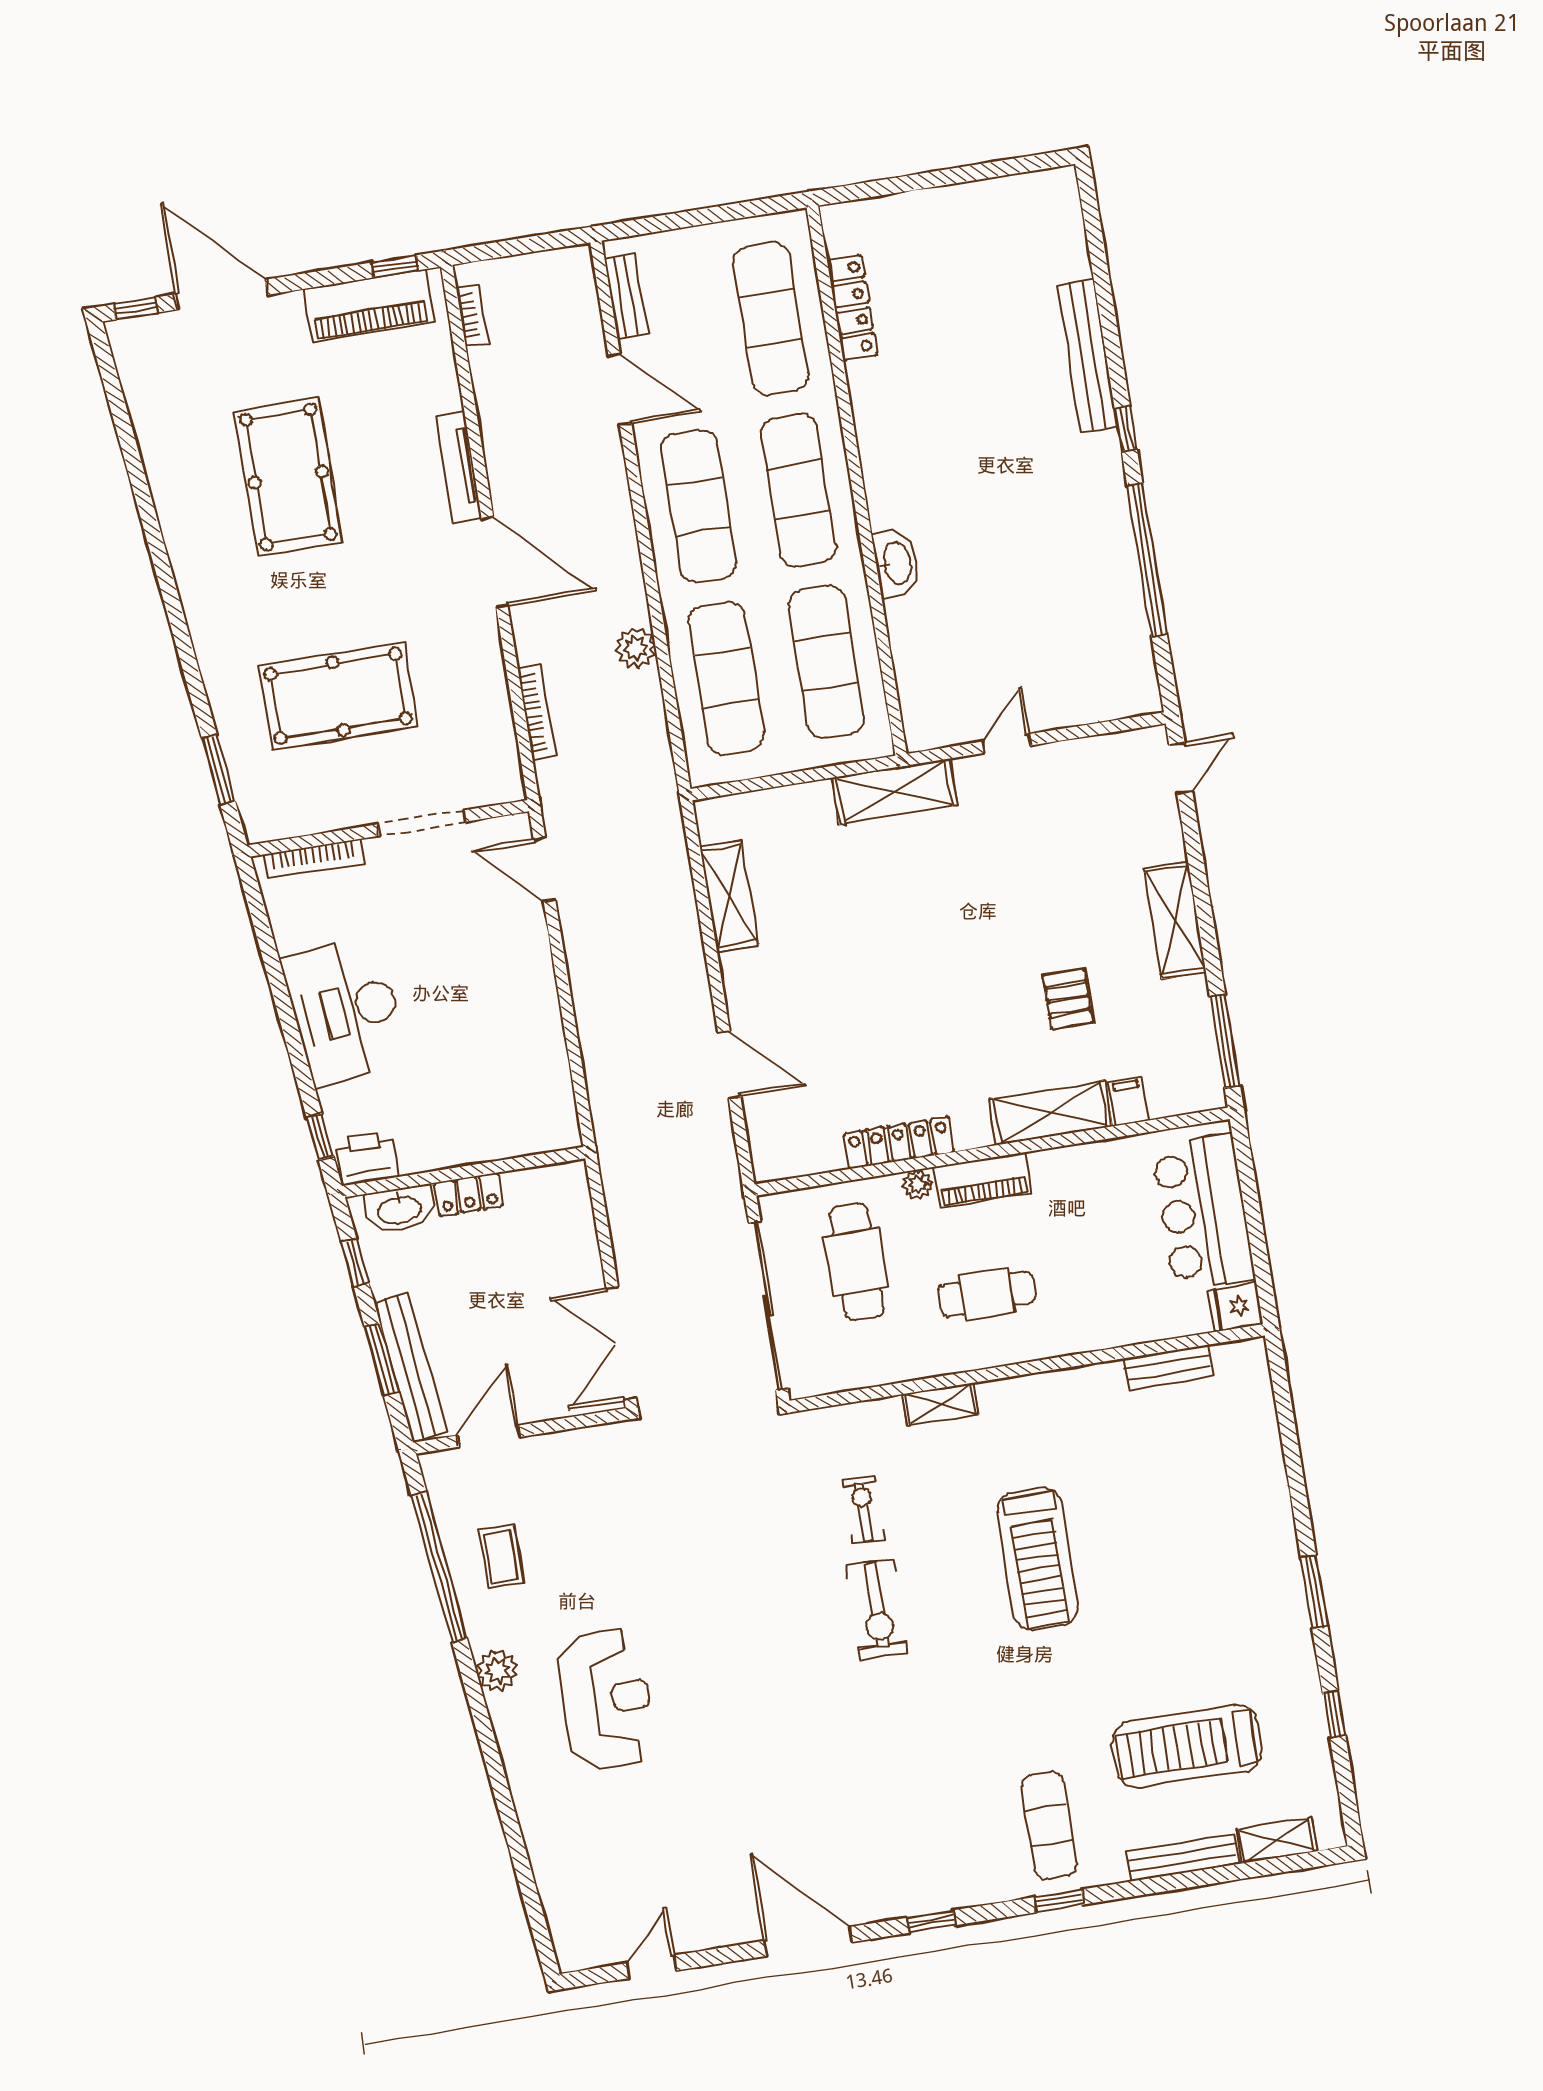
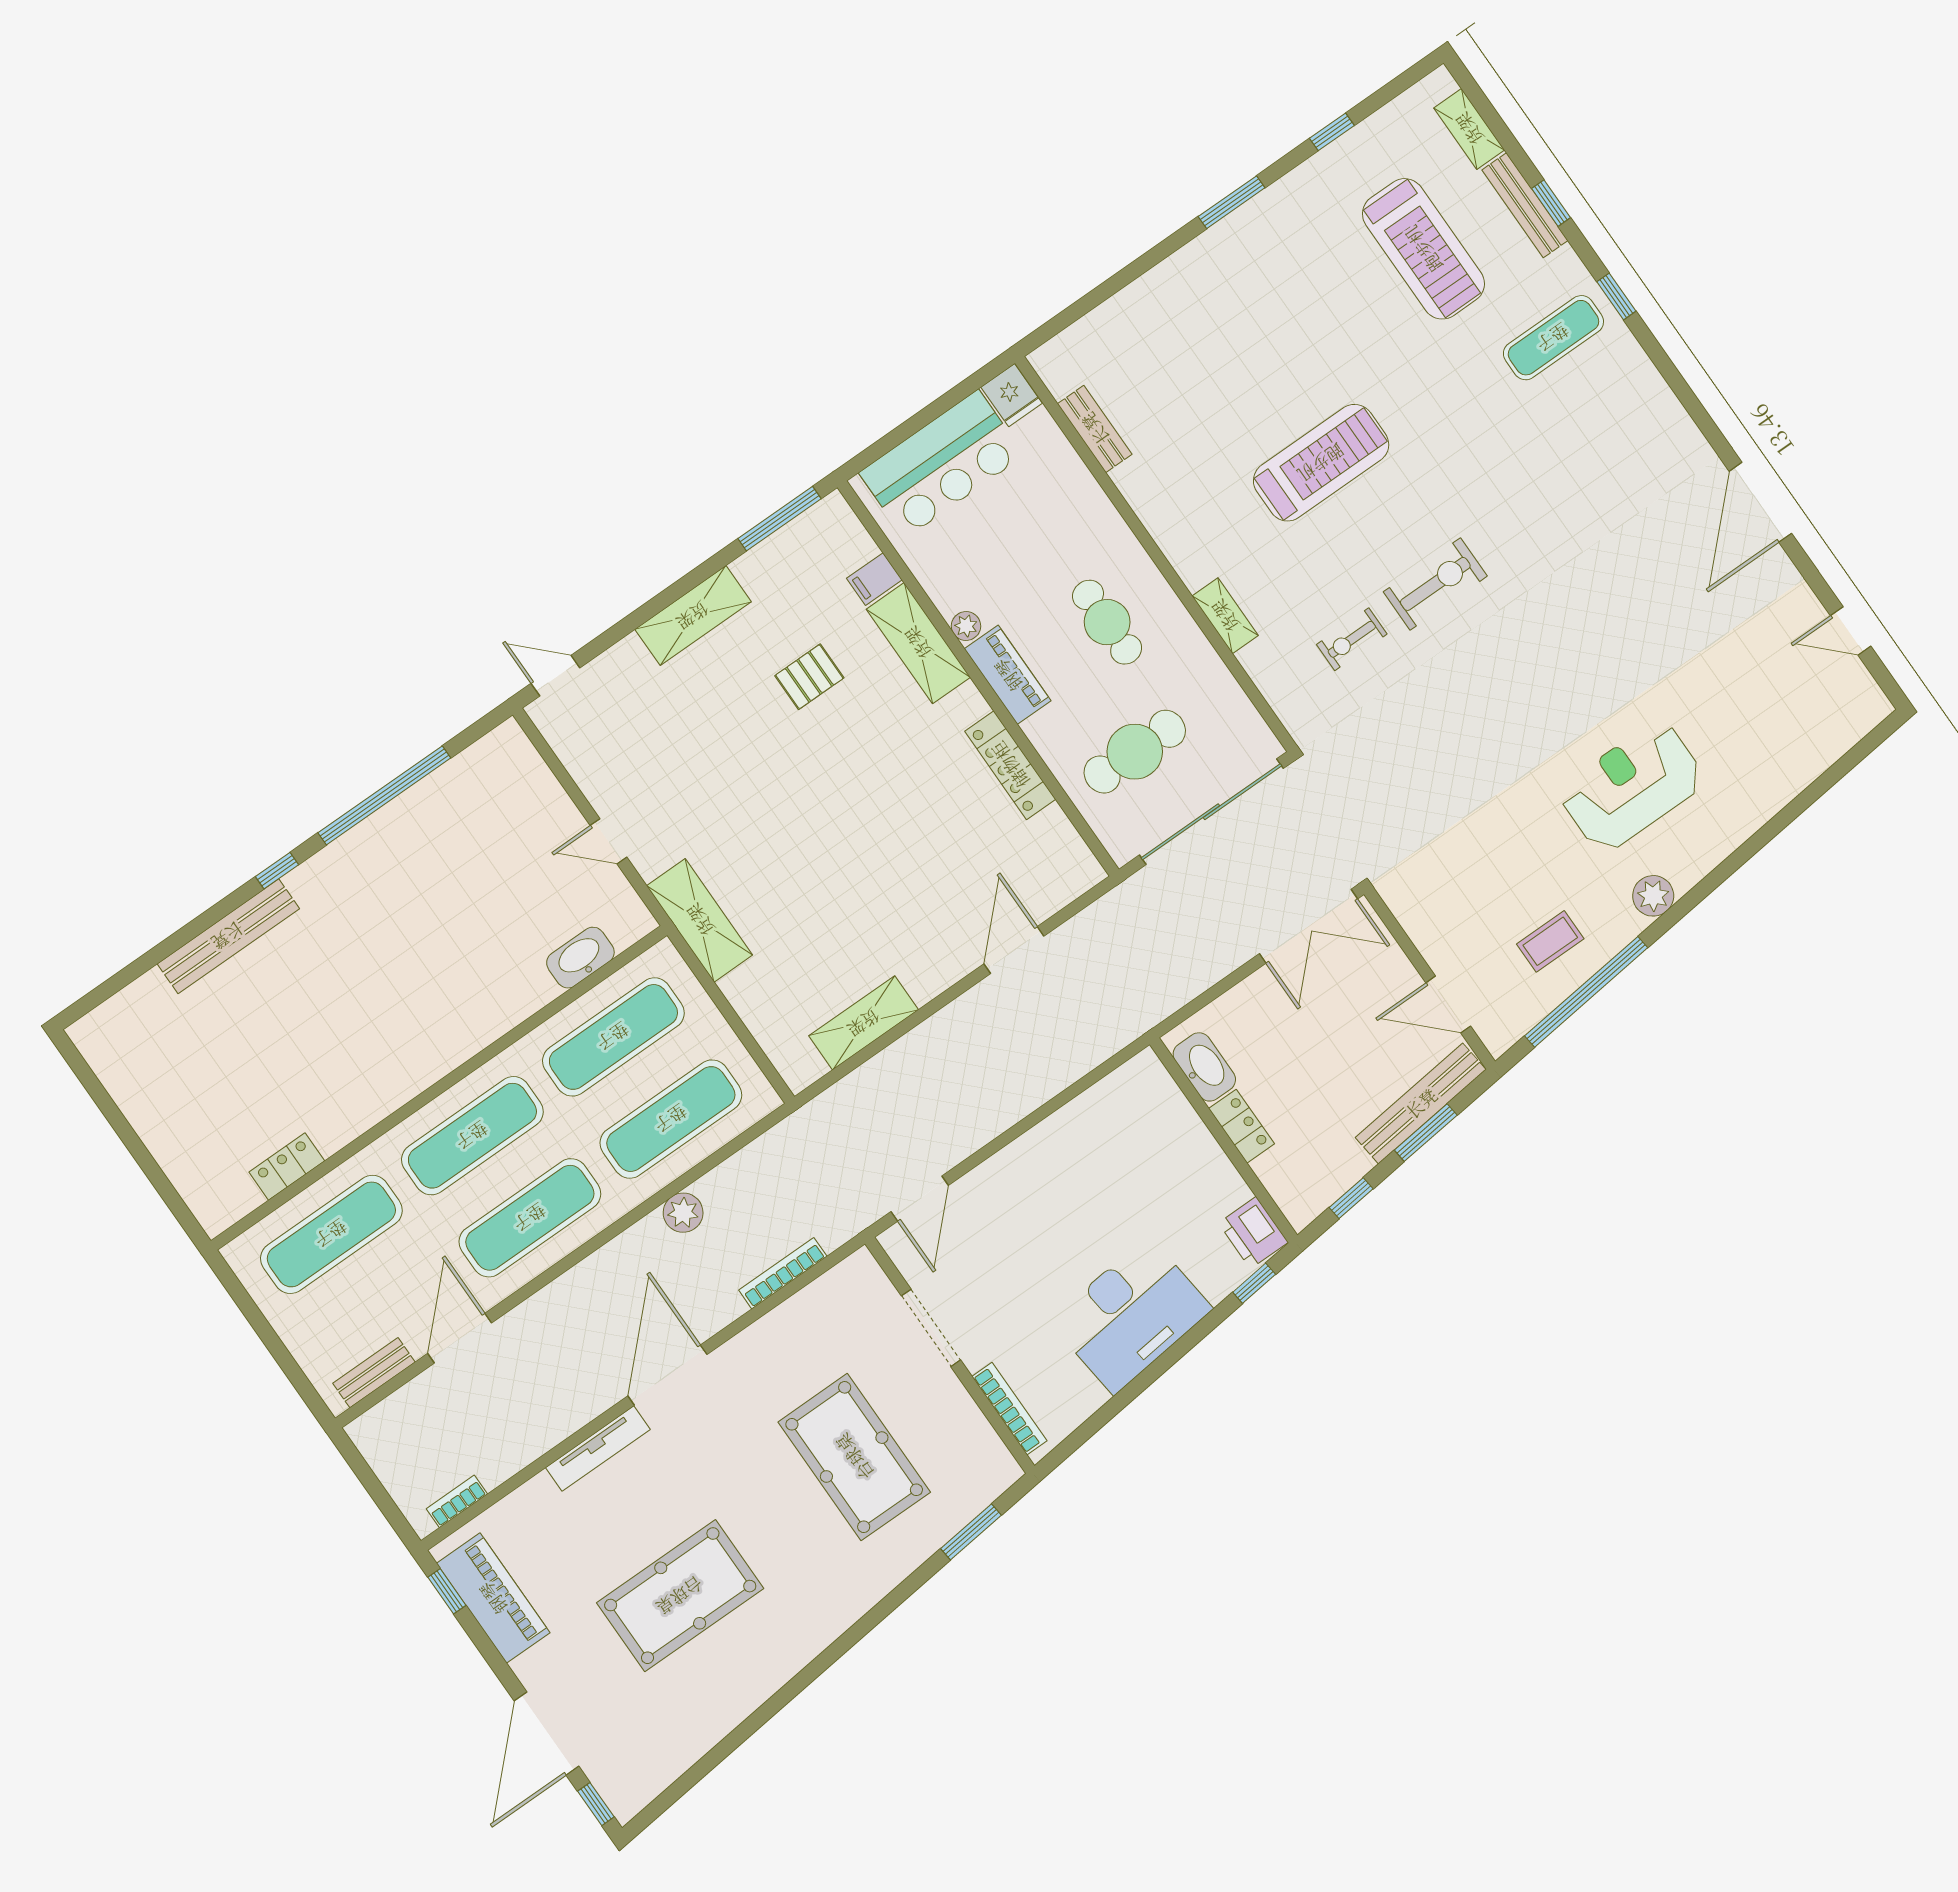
locker: (852, 308) -> (287, 1166), width x0.66
washbasin: (896, 563) -> (580, 958), moved
plant: (918, 1184) -> (966, 626), moved
washbasin: (399, 1209) -> (1204, 1067), moved
window: (931, 1921) -> (1551, 203), moved

